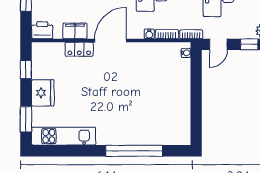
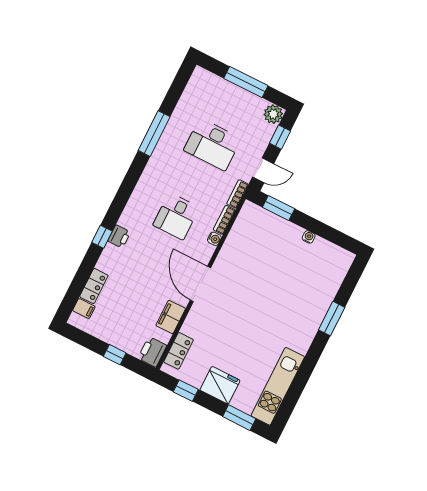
door: (218, 44) -> (263, 170), hinge flipped
locker: (79, 49) -> (179, 351), moved
water cooler: (186, 53) -> (309, 237), moved
window: (196, 70) -> (279, 208), added
window: (134, 151) -> (332, 319), width x0.47

